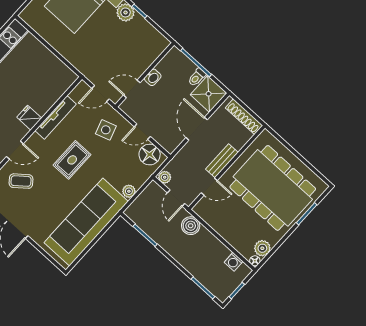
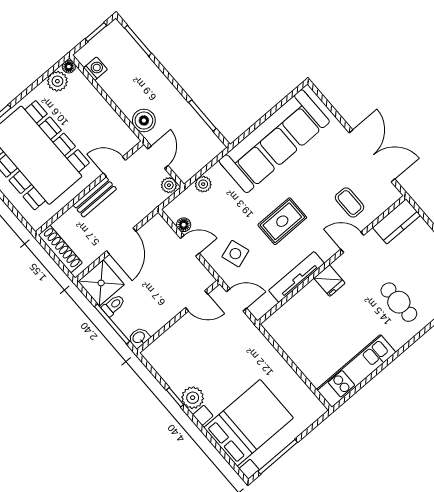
washbasin: (153, 77) -> (139, 338), moved
floor lamp: (150, 155) -> (184, 225), width x0.53, depth x0.53
coffee table: (21, 181) -> (350, 202), turned 39
plant: (129, 191) -> (203, 184), moved

